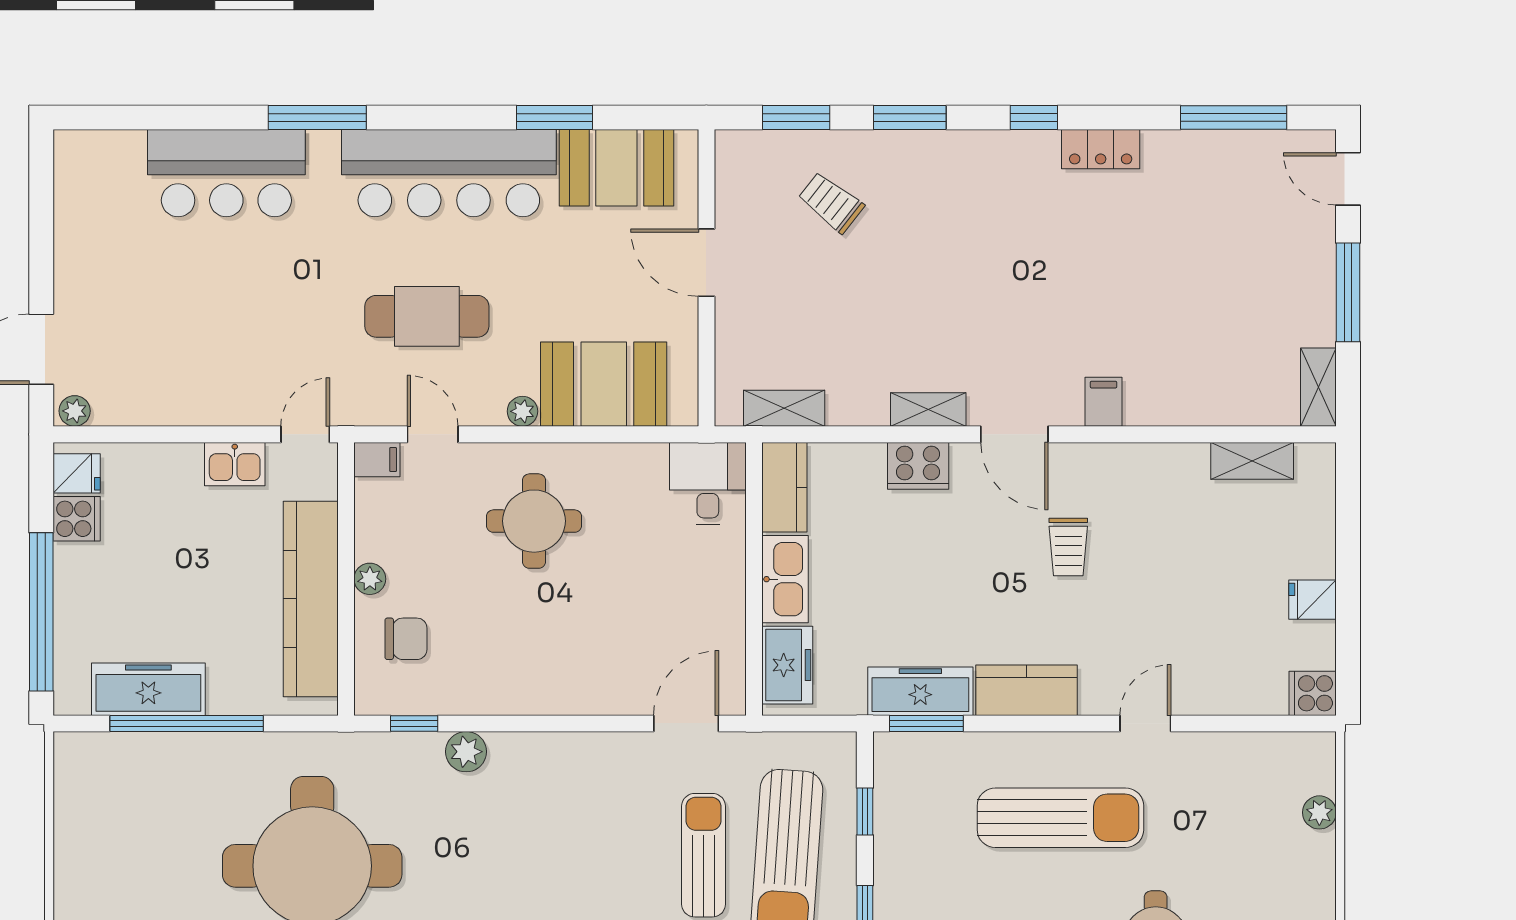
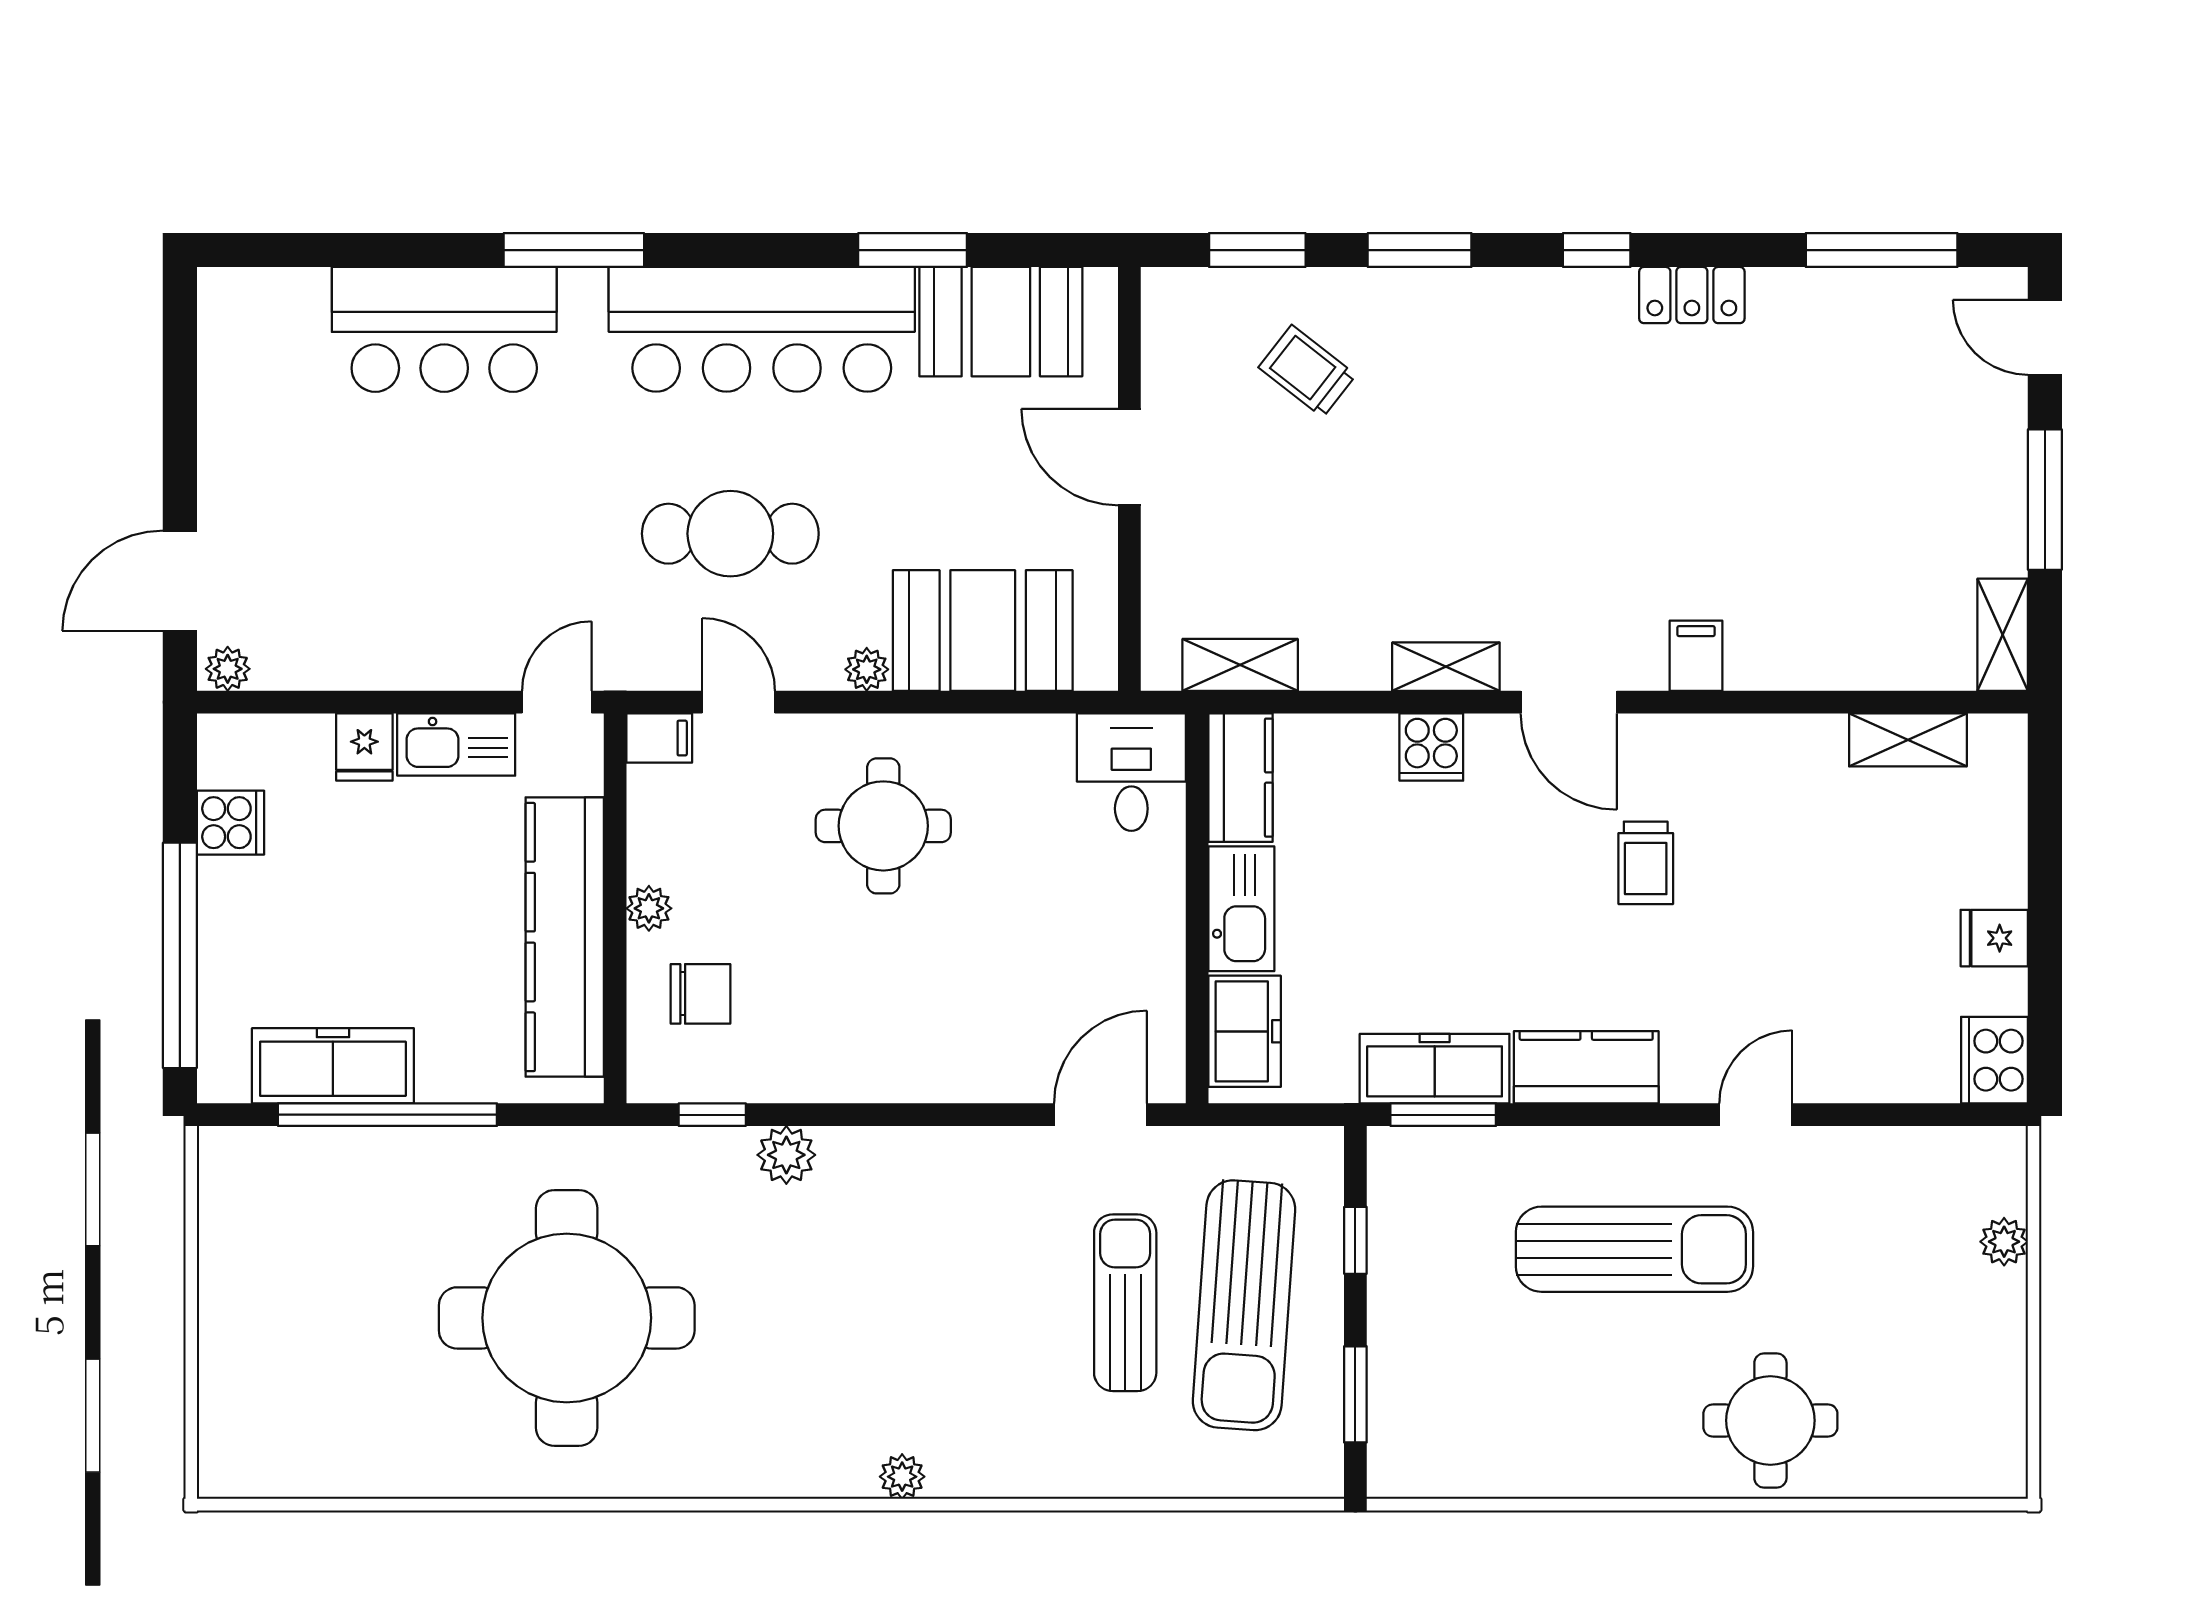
kitchen sink: (235, 464) -> (456, 745), width x1.38
cooker: (918, 466) -> (1431, 747), width x0.73
fridge: (77, 473) -> (364, 747), moved, turned 90
cooker: (1313, 693) -> (1994, 1060), width x1.36

